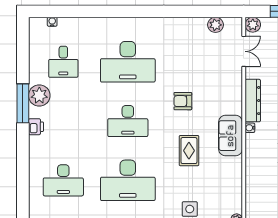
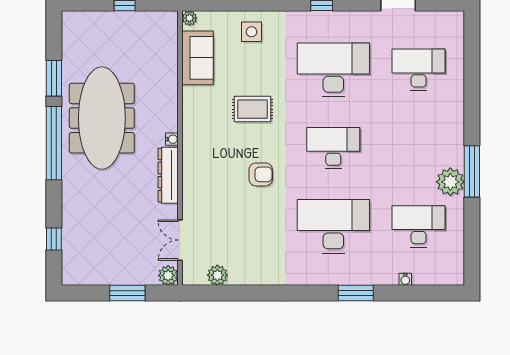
window: (111, 11) -> (356, 293), added
water cooler: (52, 22) -> (405, 279), moved
desk: (63, 62) -> (419, 226), width x1.37
printer: (36, 127) -> (455, 141), removed
sofa: (231, 136) -> (198, 58), moved
rug: (189, 151) -> (252, 109), turned 90

